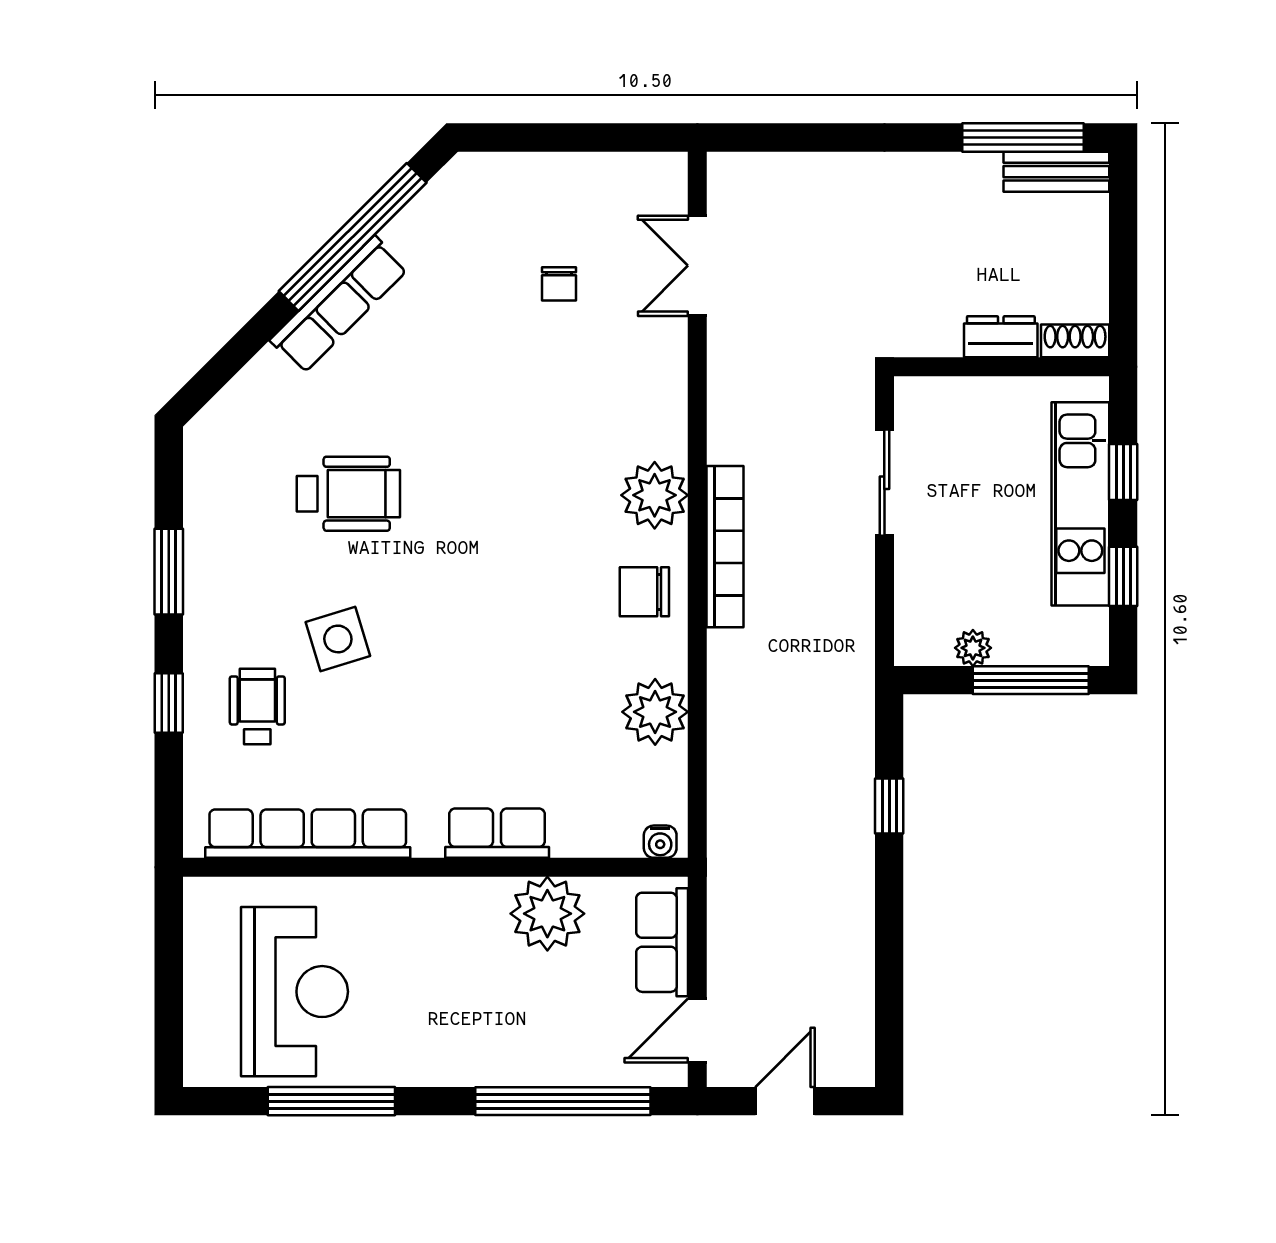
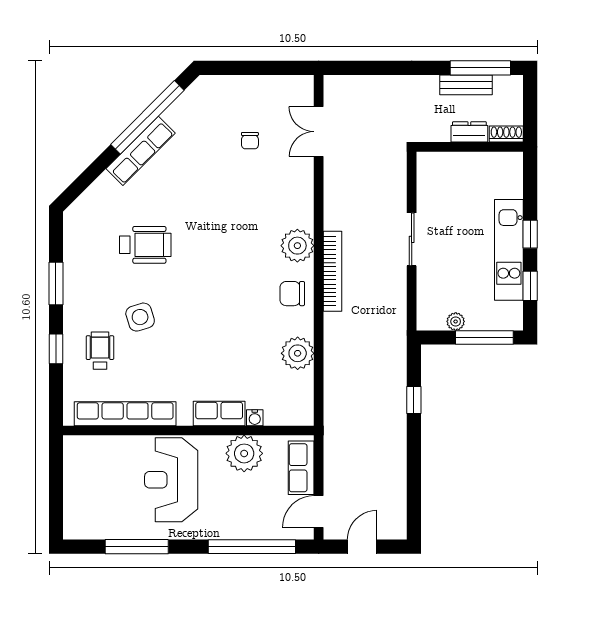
bench: (1056, 172) -> (466, 85), moved
dresser: (1001, 337) -> (469, 132), moved
shoe rack: (1075, 341) -> (506, 134), moved
wall: (1001, 367) -> (470, 147), moved
water cooler: (660, 842) -> (255, 418), moved
reception desk: (294, 992) -> (171, 480), moved, turned 180

